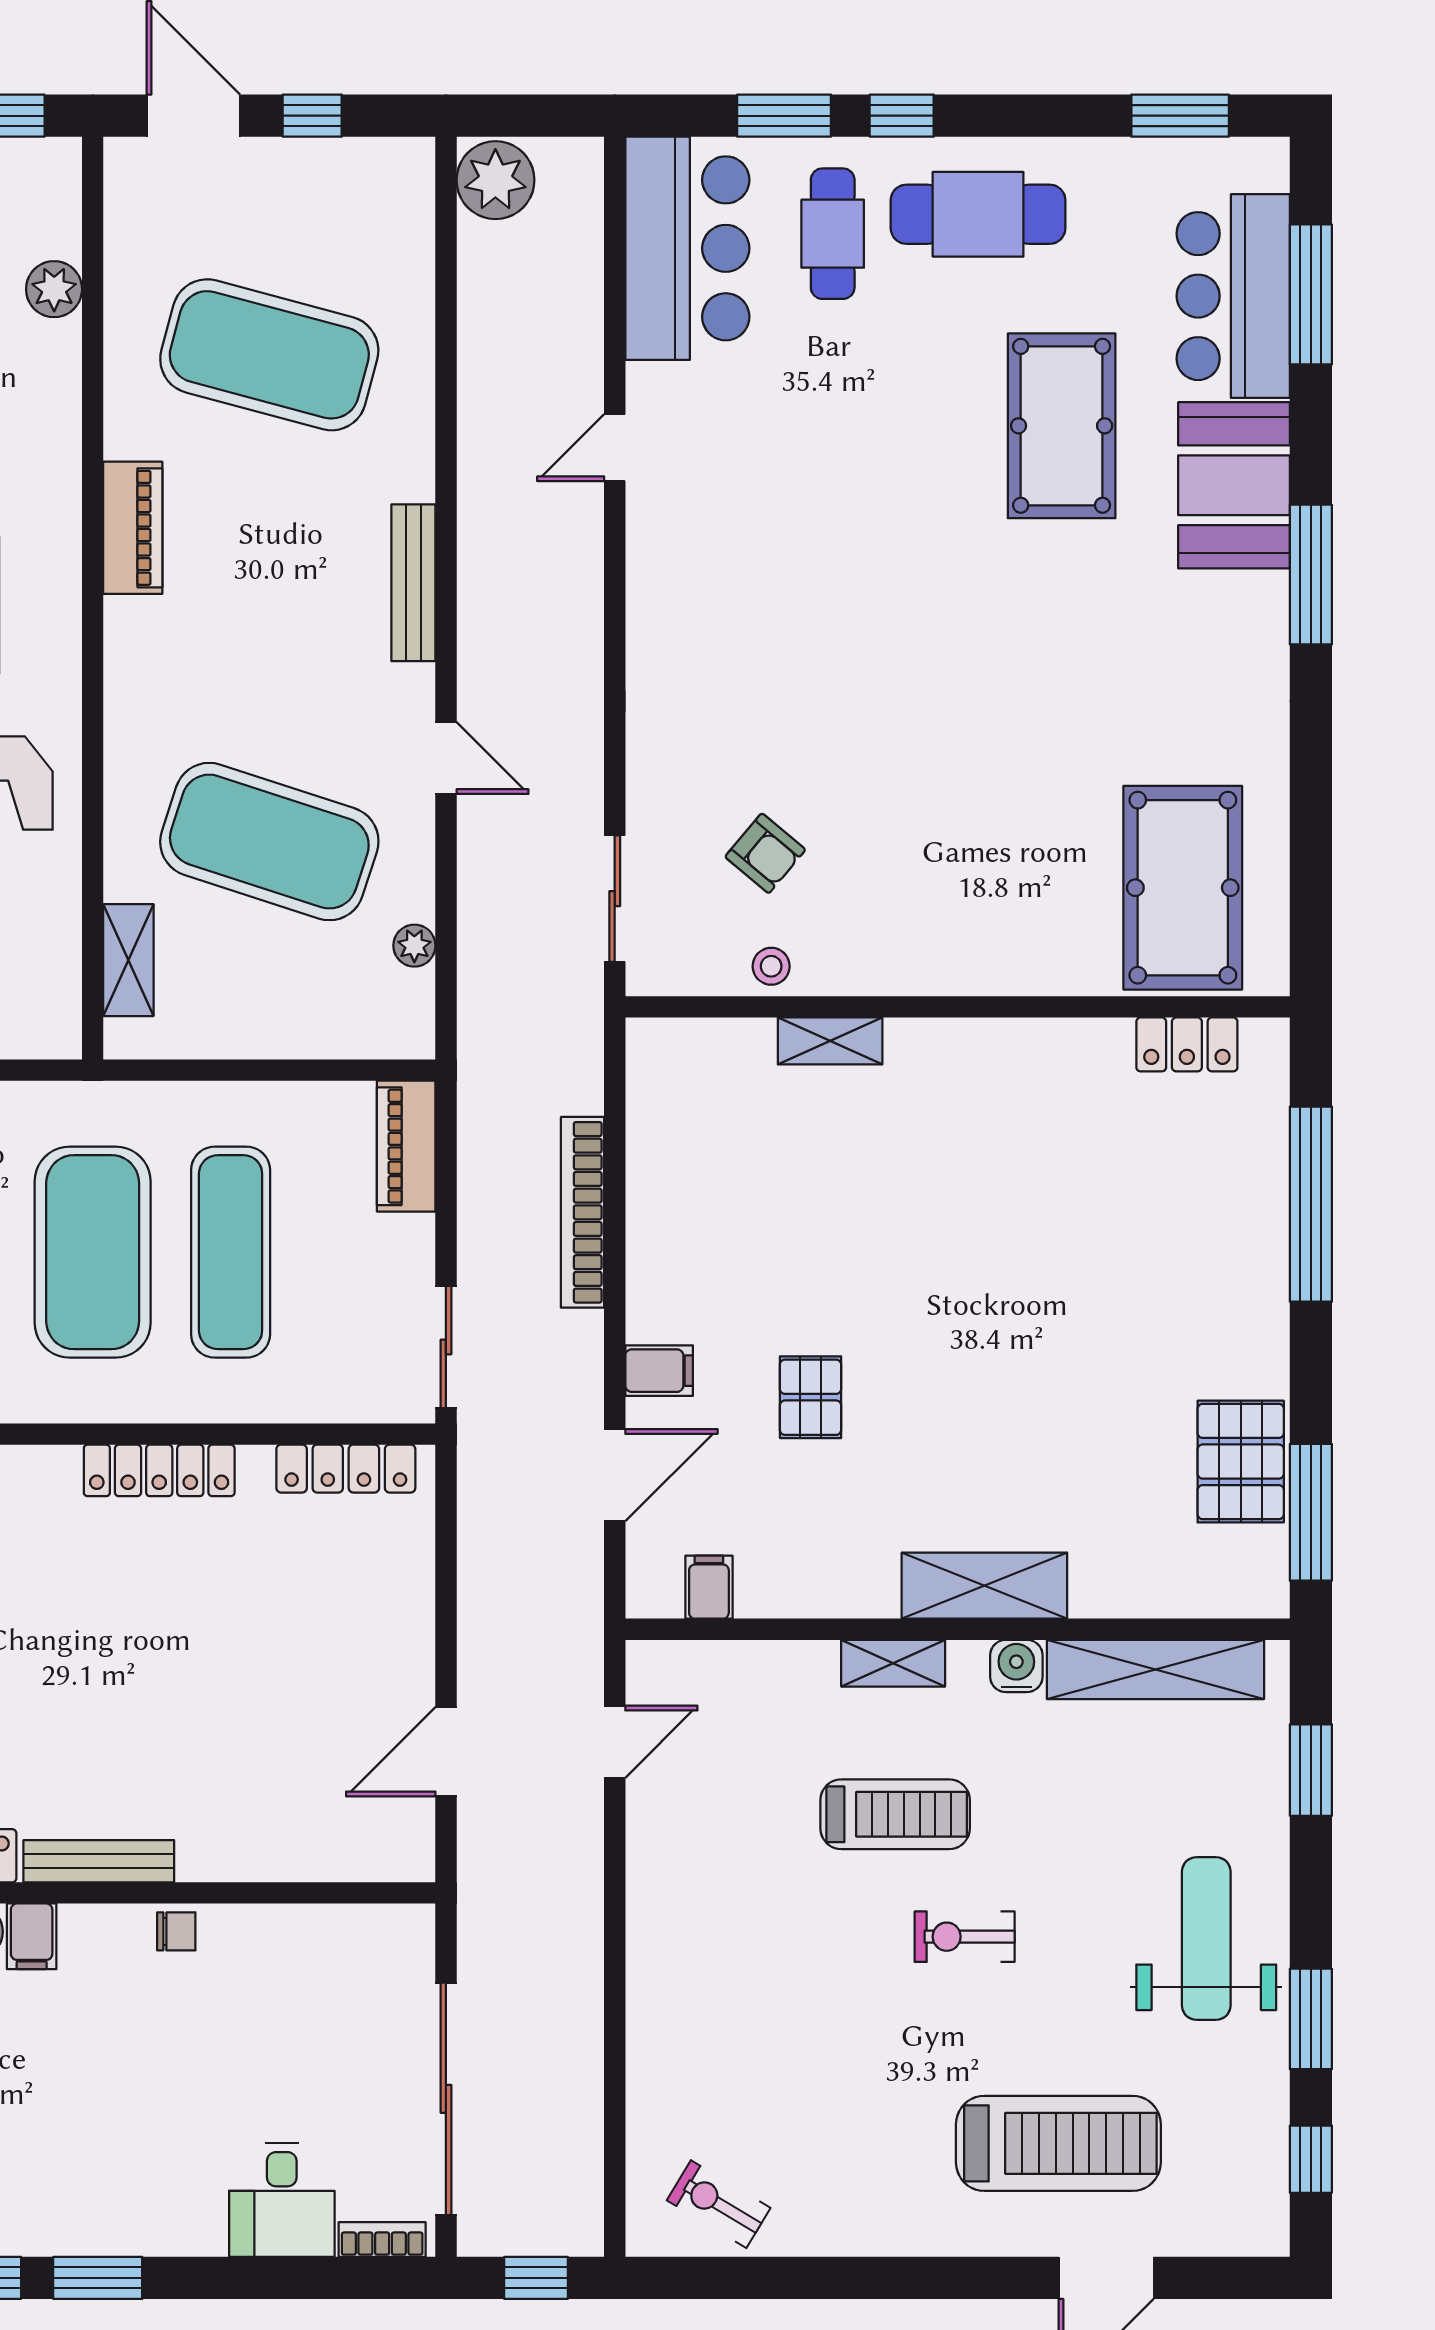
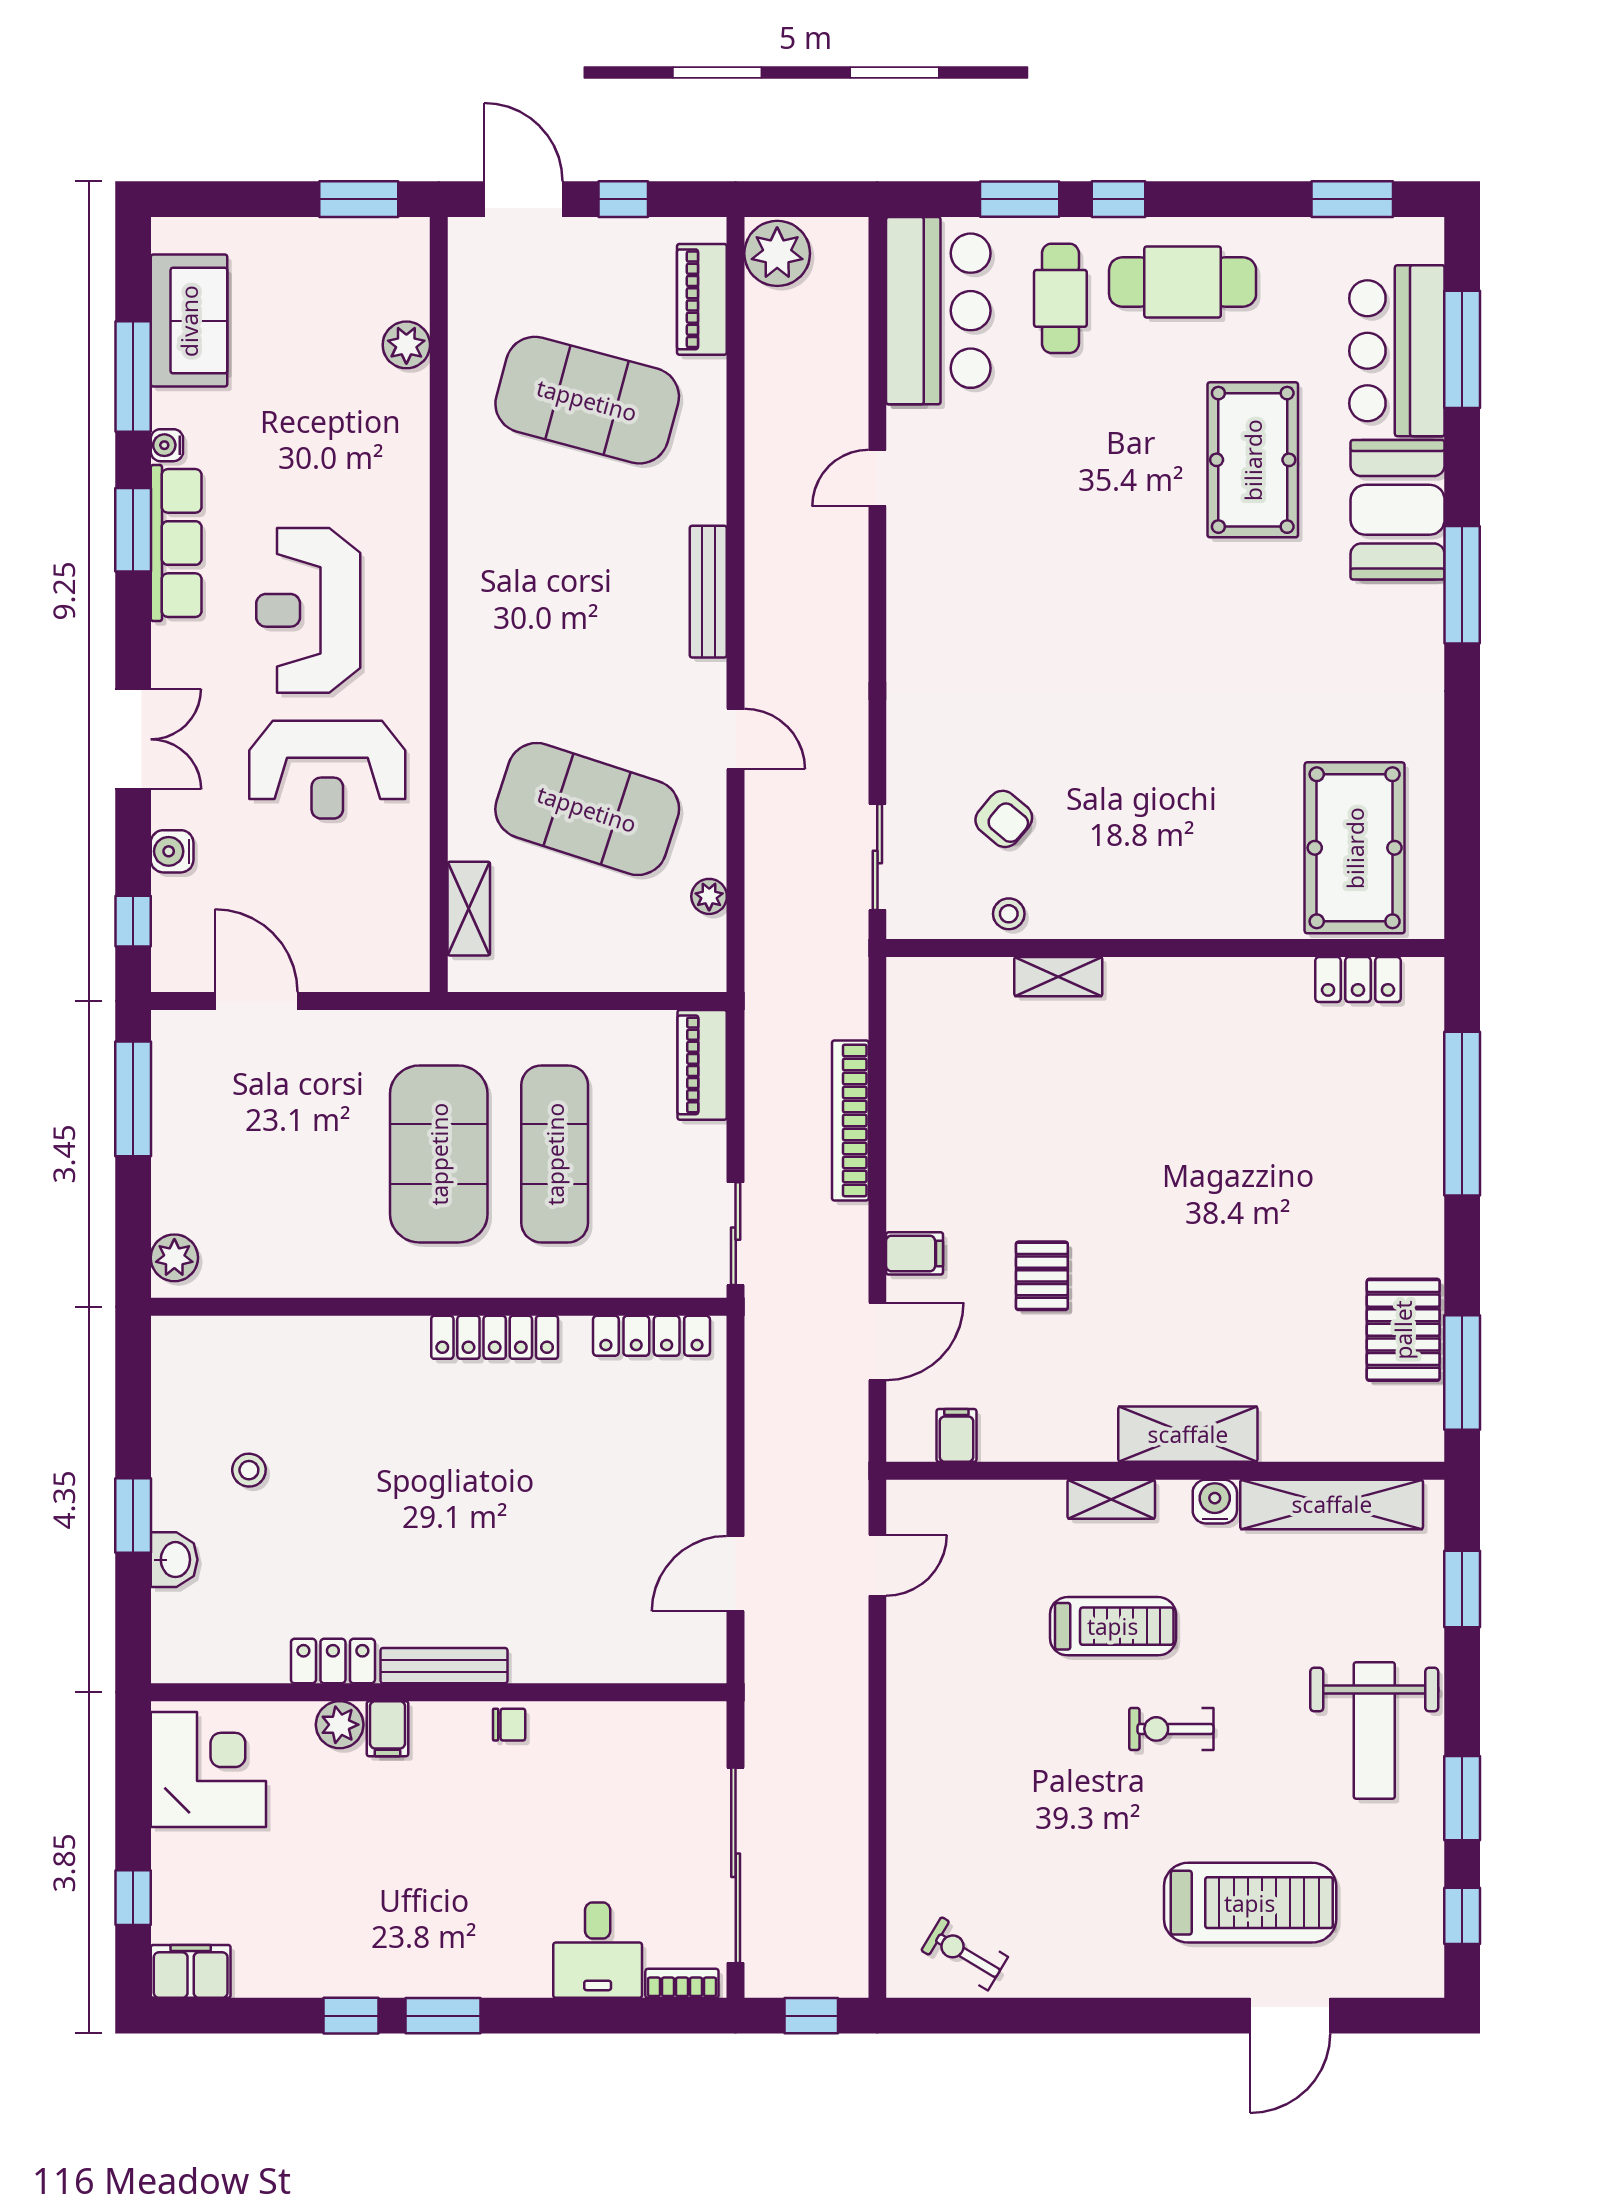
piano: (133, 528) -> (702, 299), moved, turned 180
weight bench: (1206, 1938) -> (1374, 1731), turned 180

